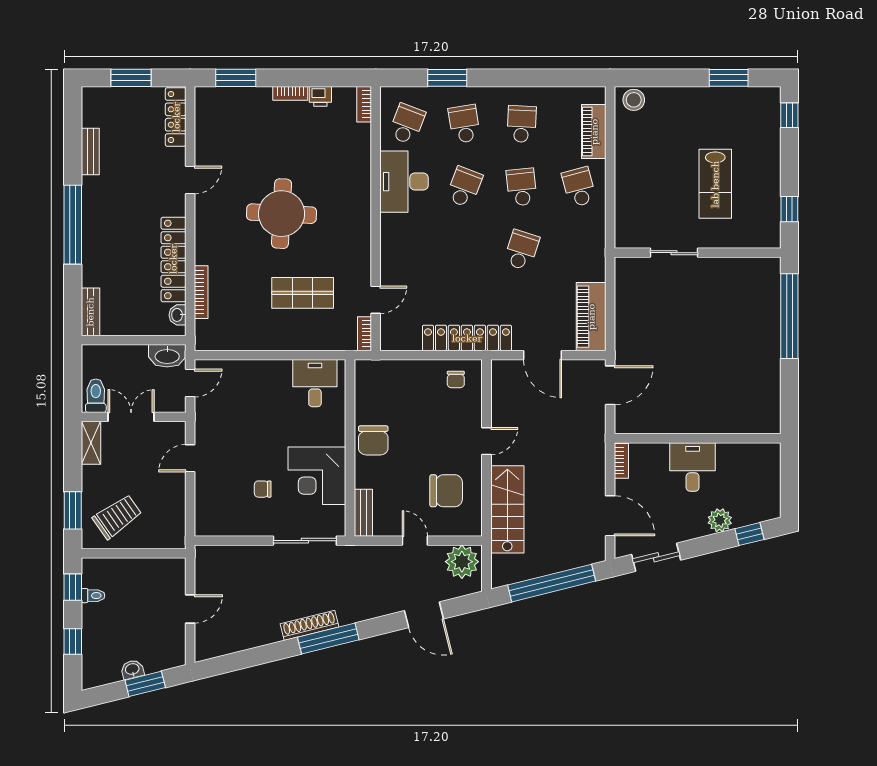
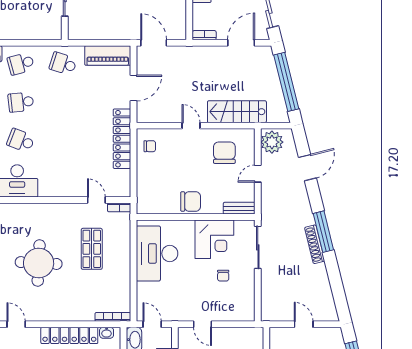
school desk: (522, 250) -> (63, 64), moved
bookcase: (201, 292) -> (113, 317), moved
desk: (315, 383) -> (157, 253), width x1.87, depth x1.30

